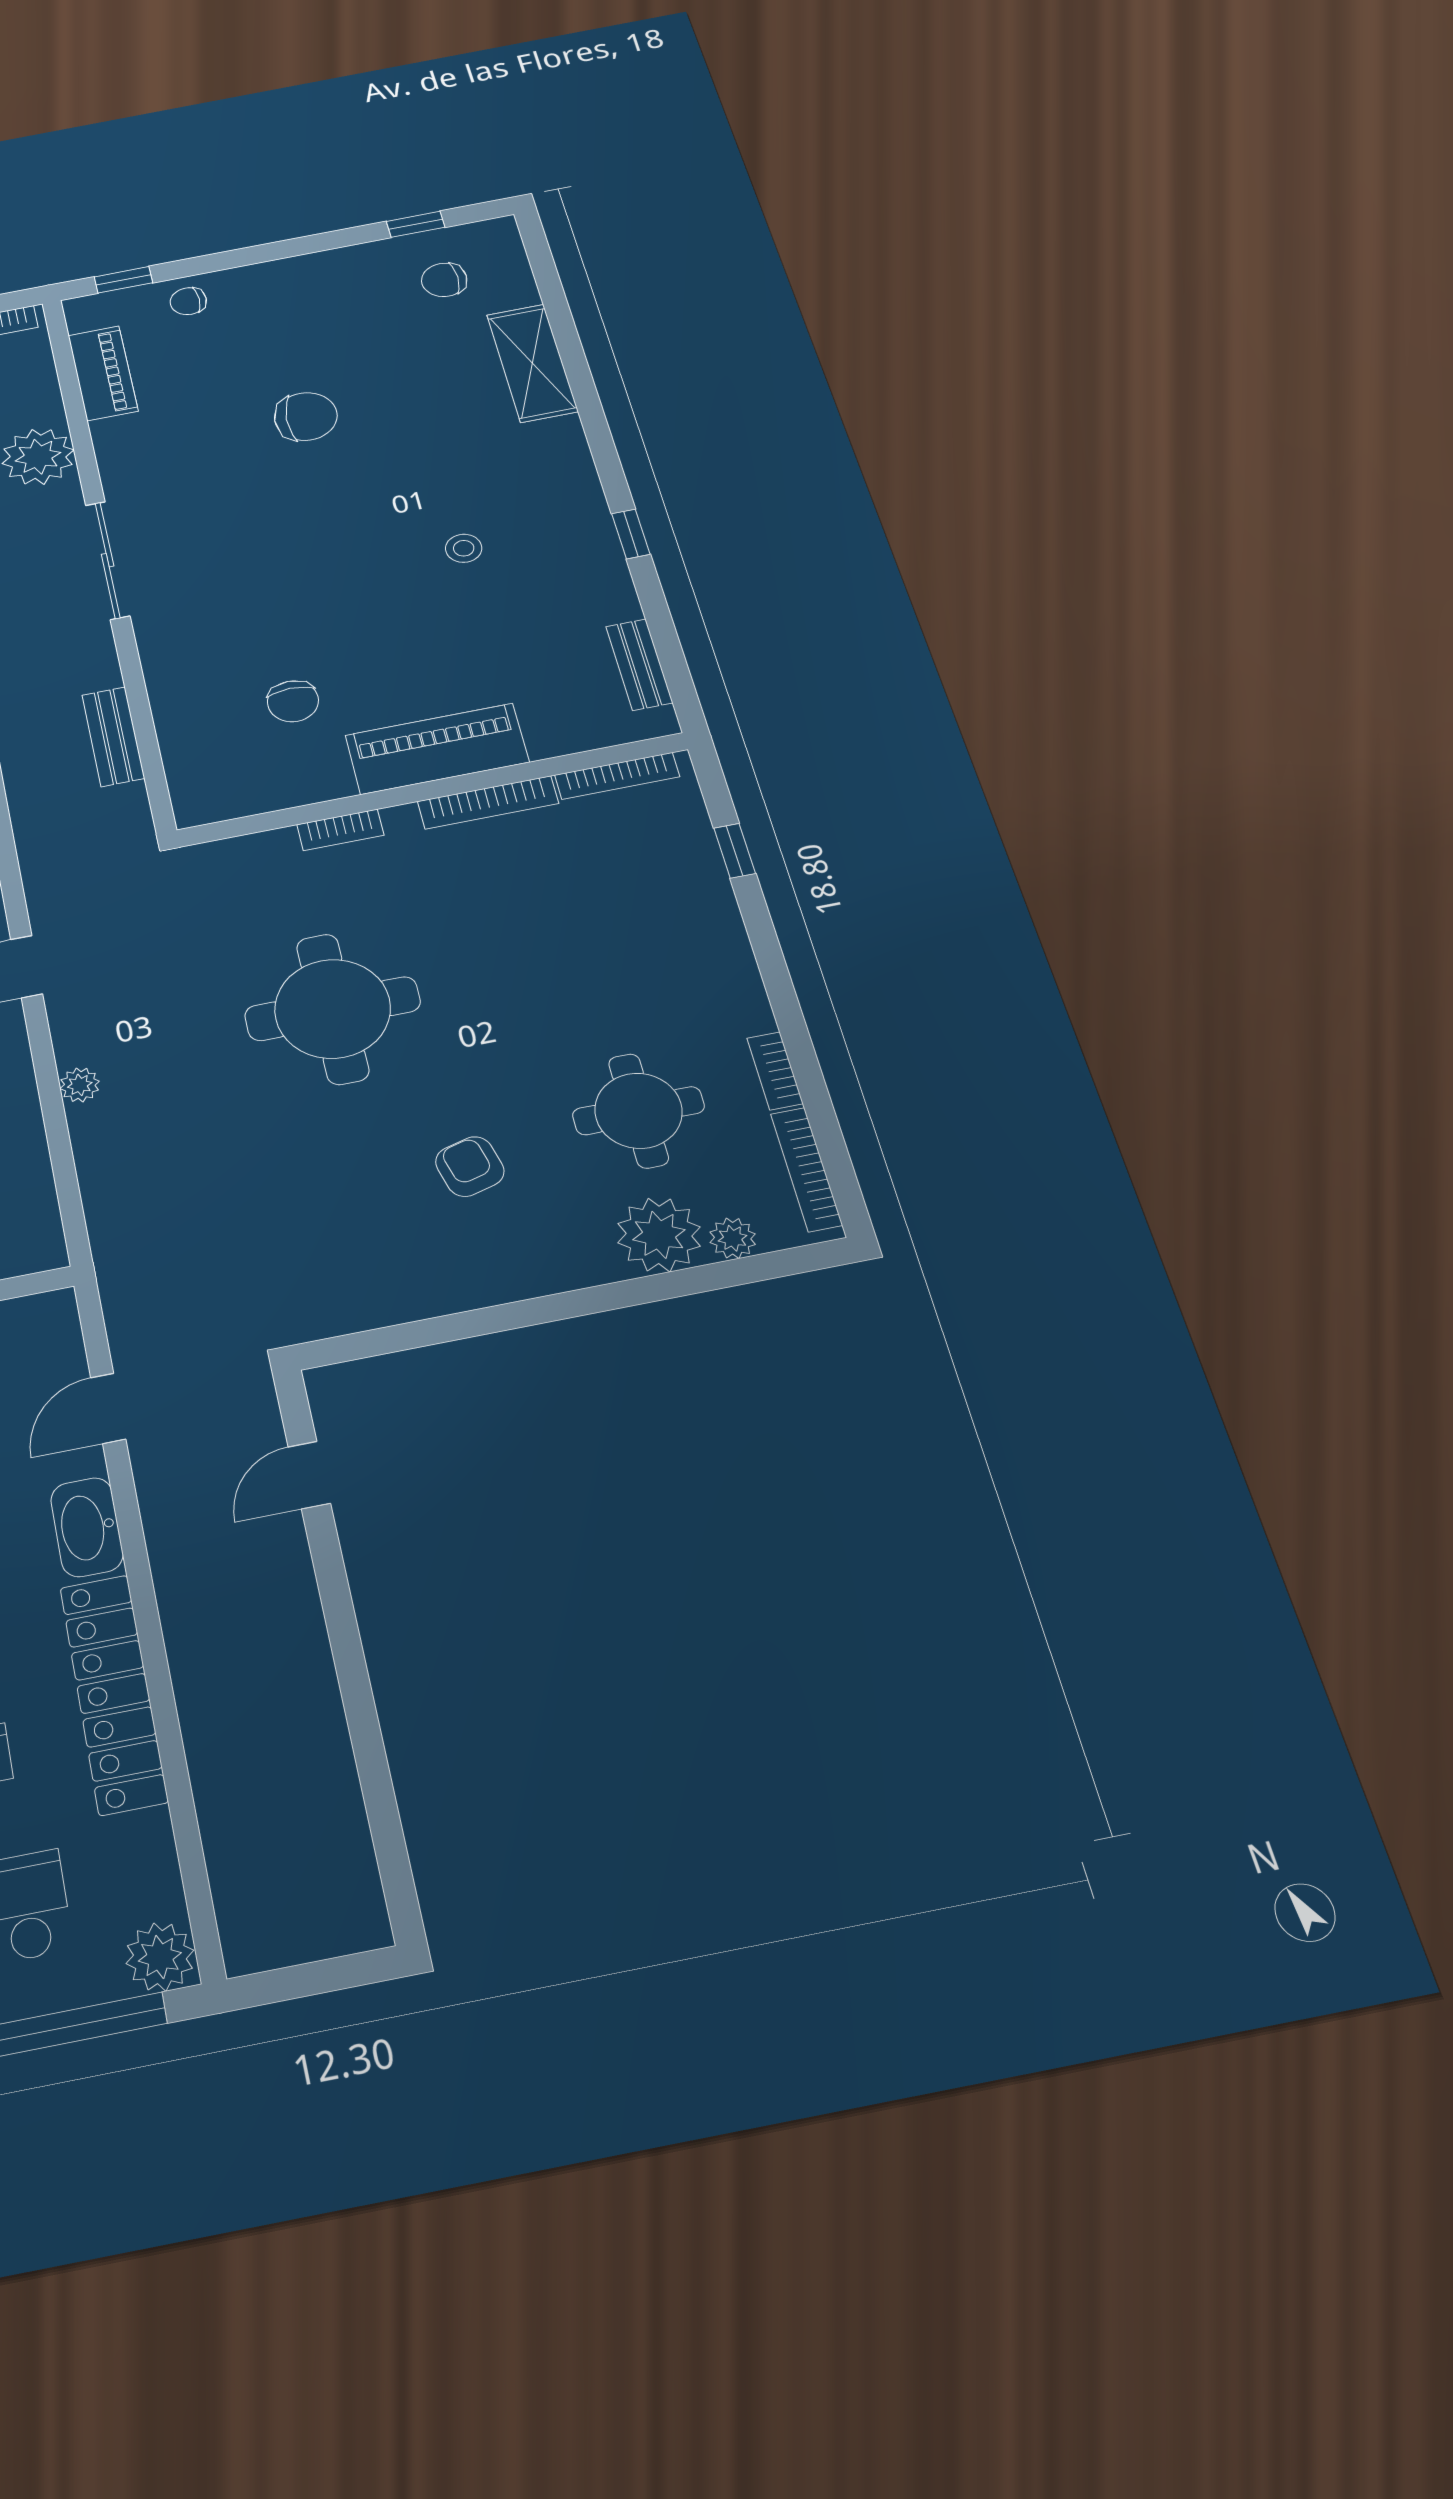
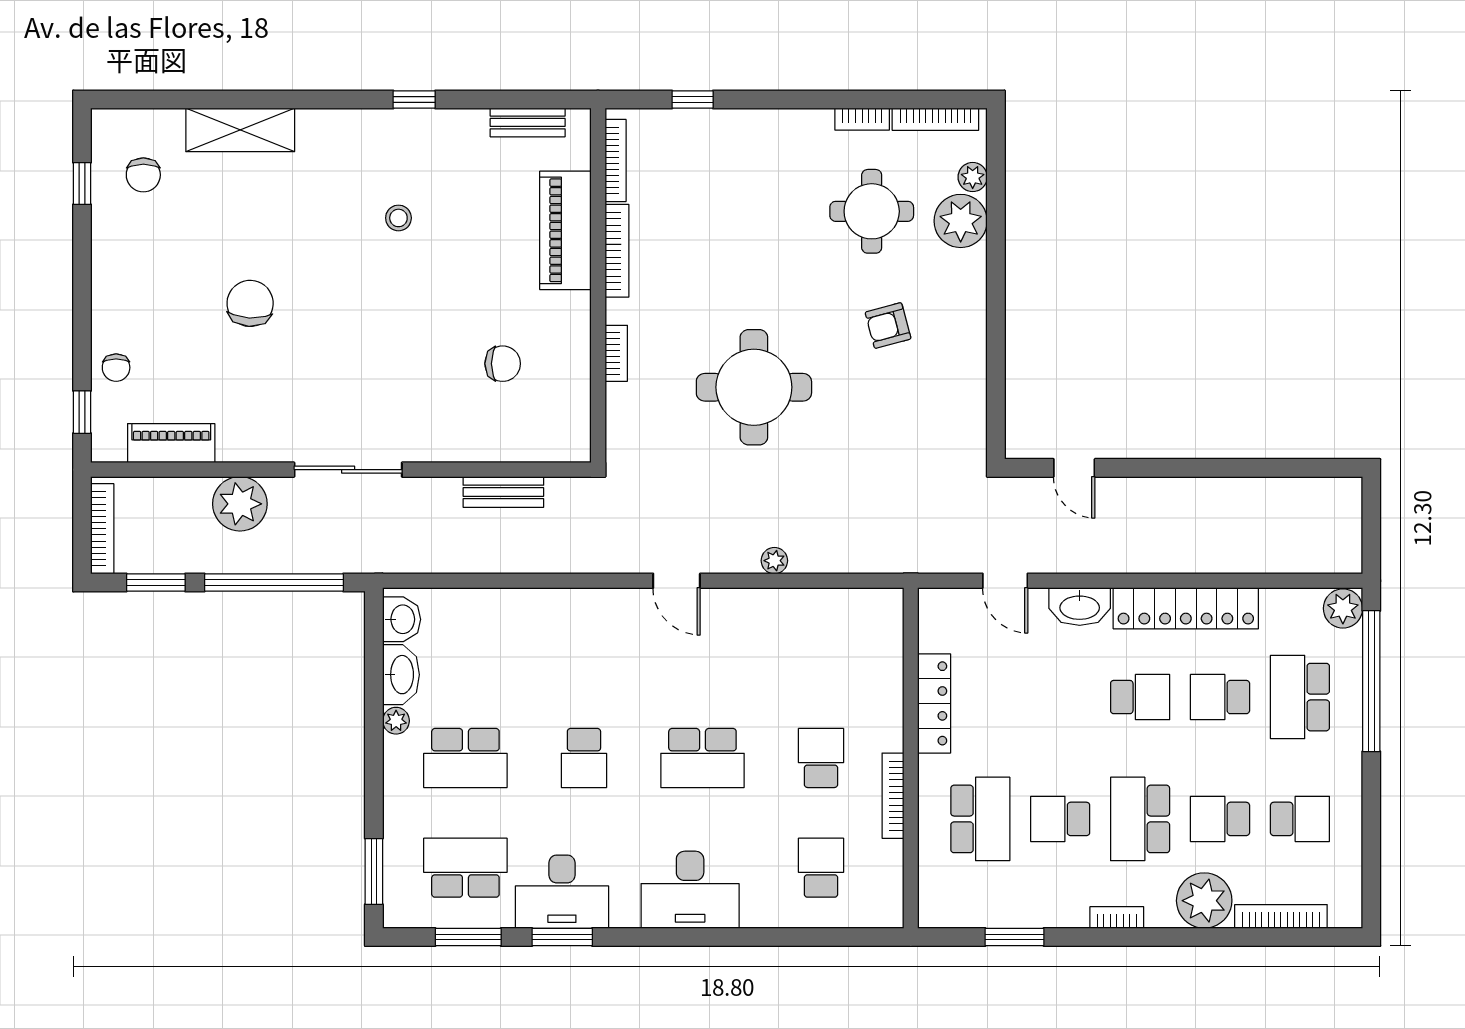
piano: (437, 749) -> (565, 230), moved

